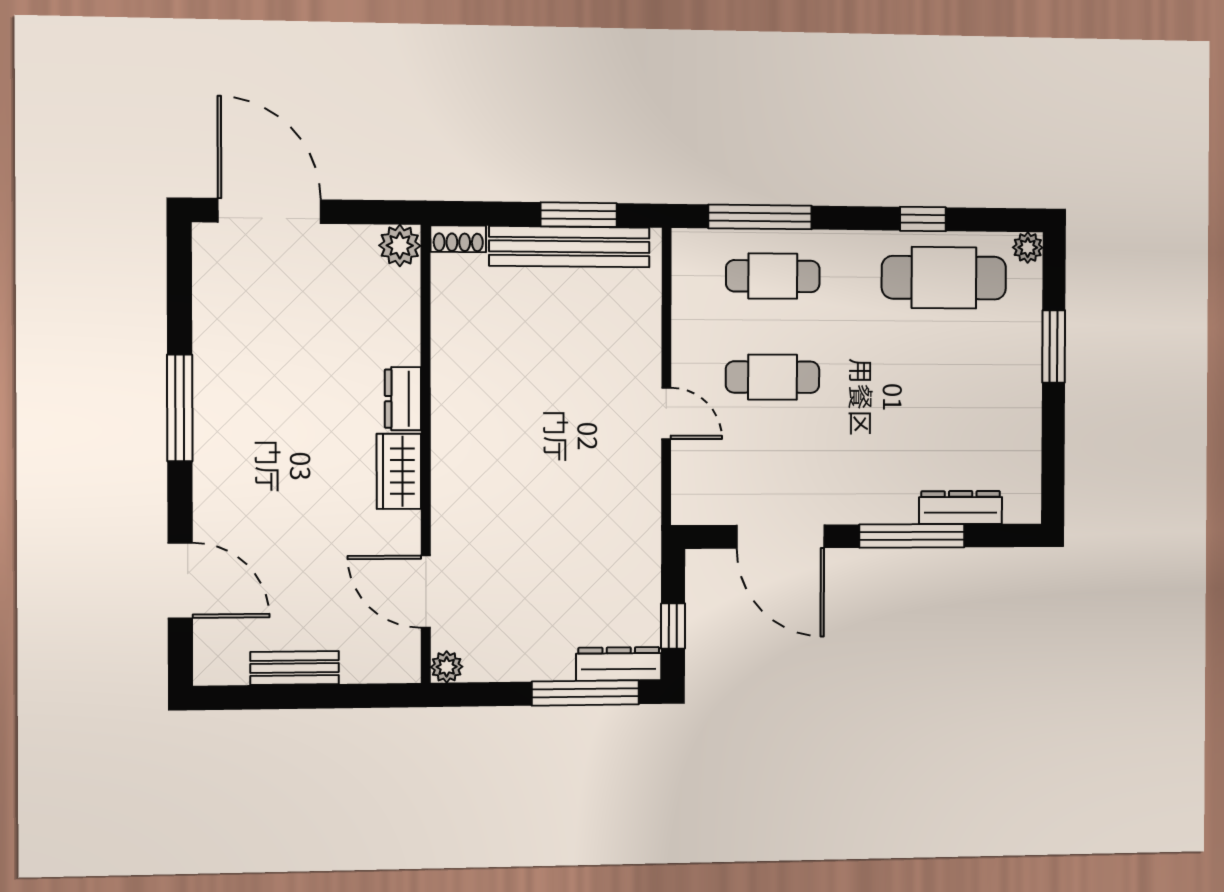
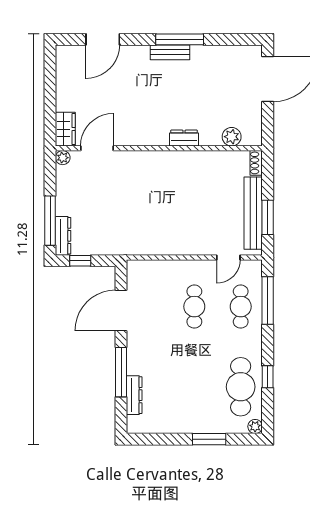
plant: (400, 246) -> (232, 137), moved
door: (666, 413) -> (228, 257), moved
wardrobe: (399, 471) -> (65, 129), moved, turned 90
bench: (295, 668) -> (170, 52), moved, turned 90

